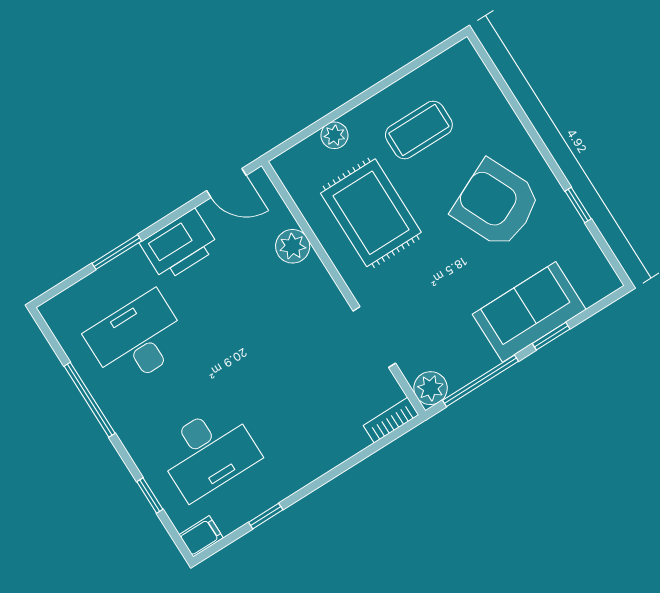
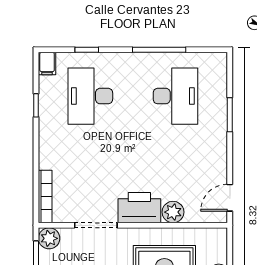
printer: (179, 245) -> (139, 208), moved, turned 90
bookcase: (391, 420) -> (45, 197), width x1.56

